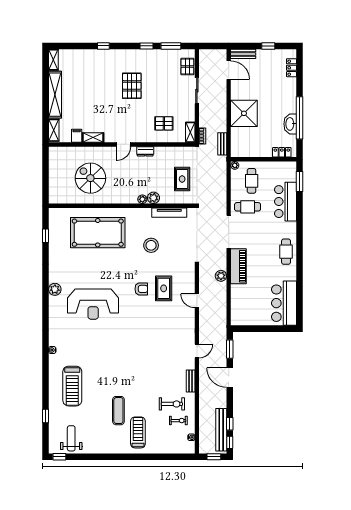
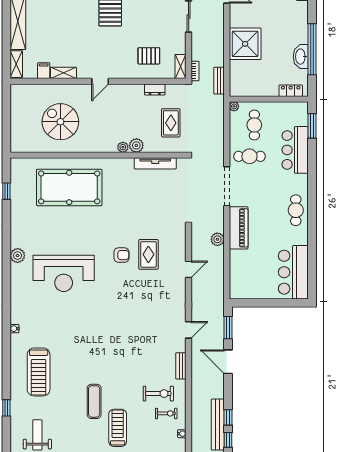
dresser: (145, 151) -> (155, 89), moved
stool: (151, 245) -> (133, 203), removed
door: (197, 301) -> (189, 269), swing flipped

